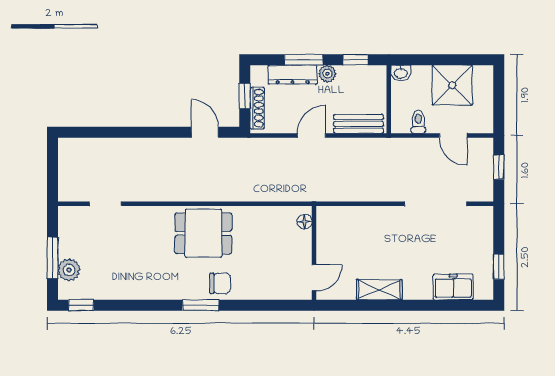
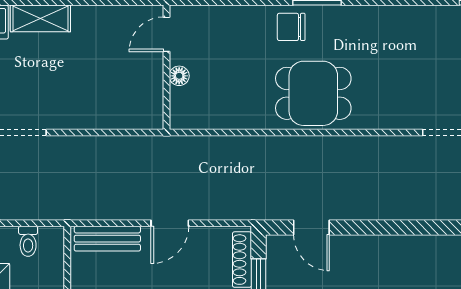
floor lamp: (304, 222) -> (179, 76), moved
shelving: (379, 290) -> (40, 18), moved

